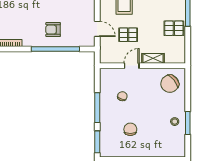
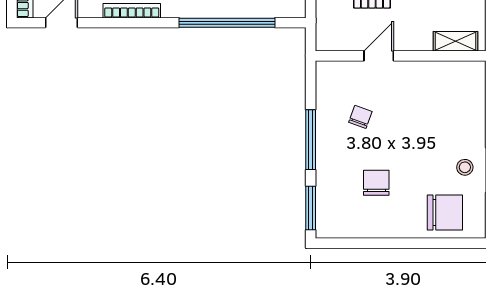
shelving: (153, 58) -> (456, 41), moved
chair: (170, 84) -> (445, 212), moved, turned -142

